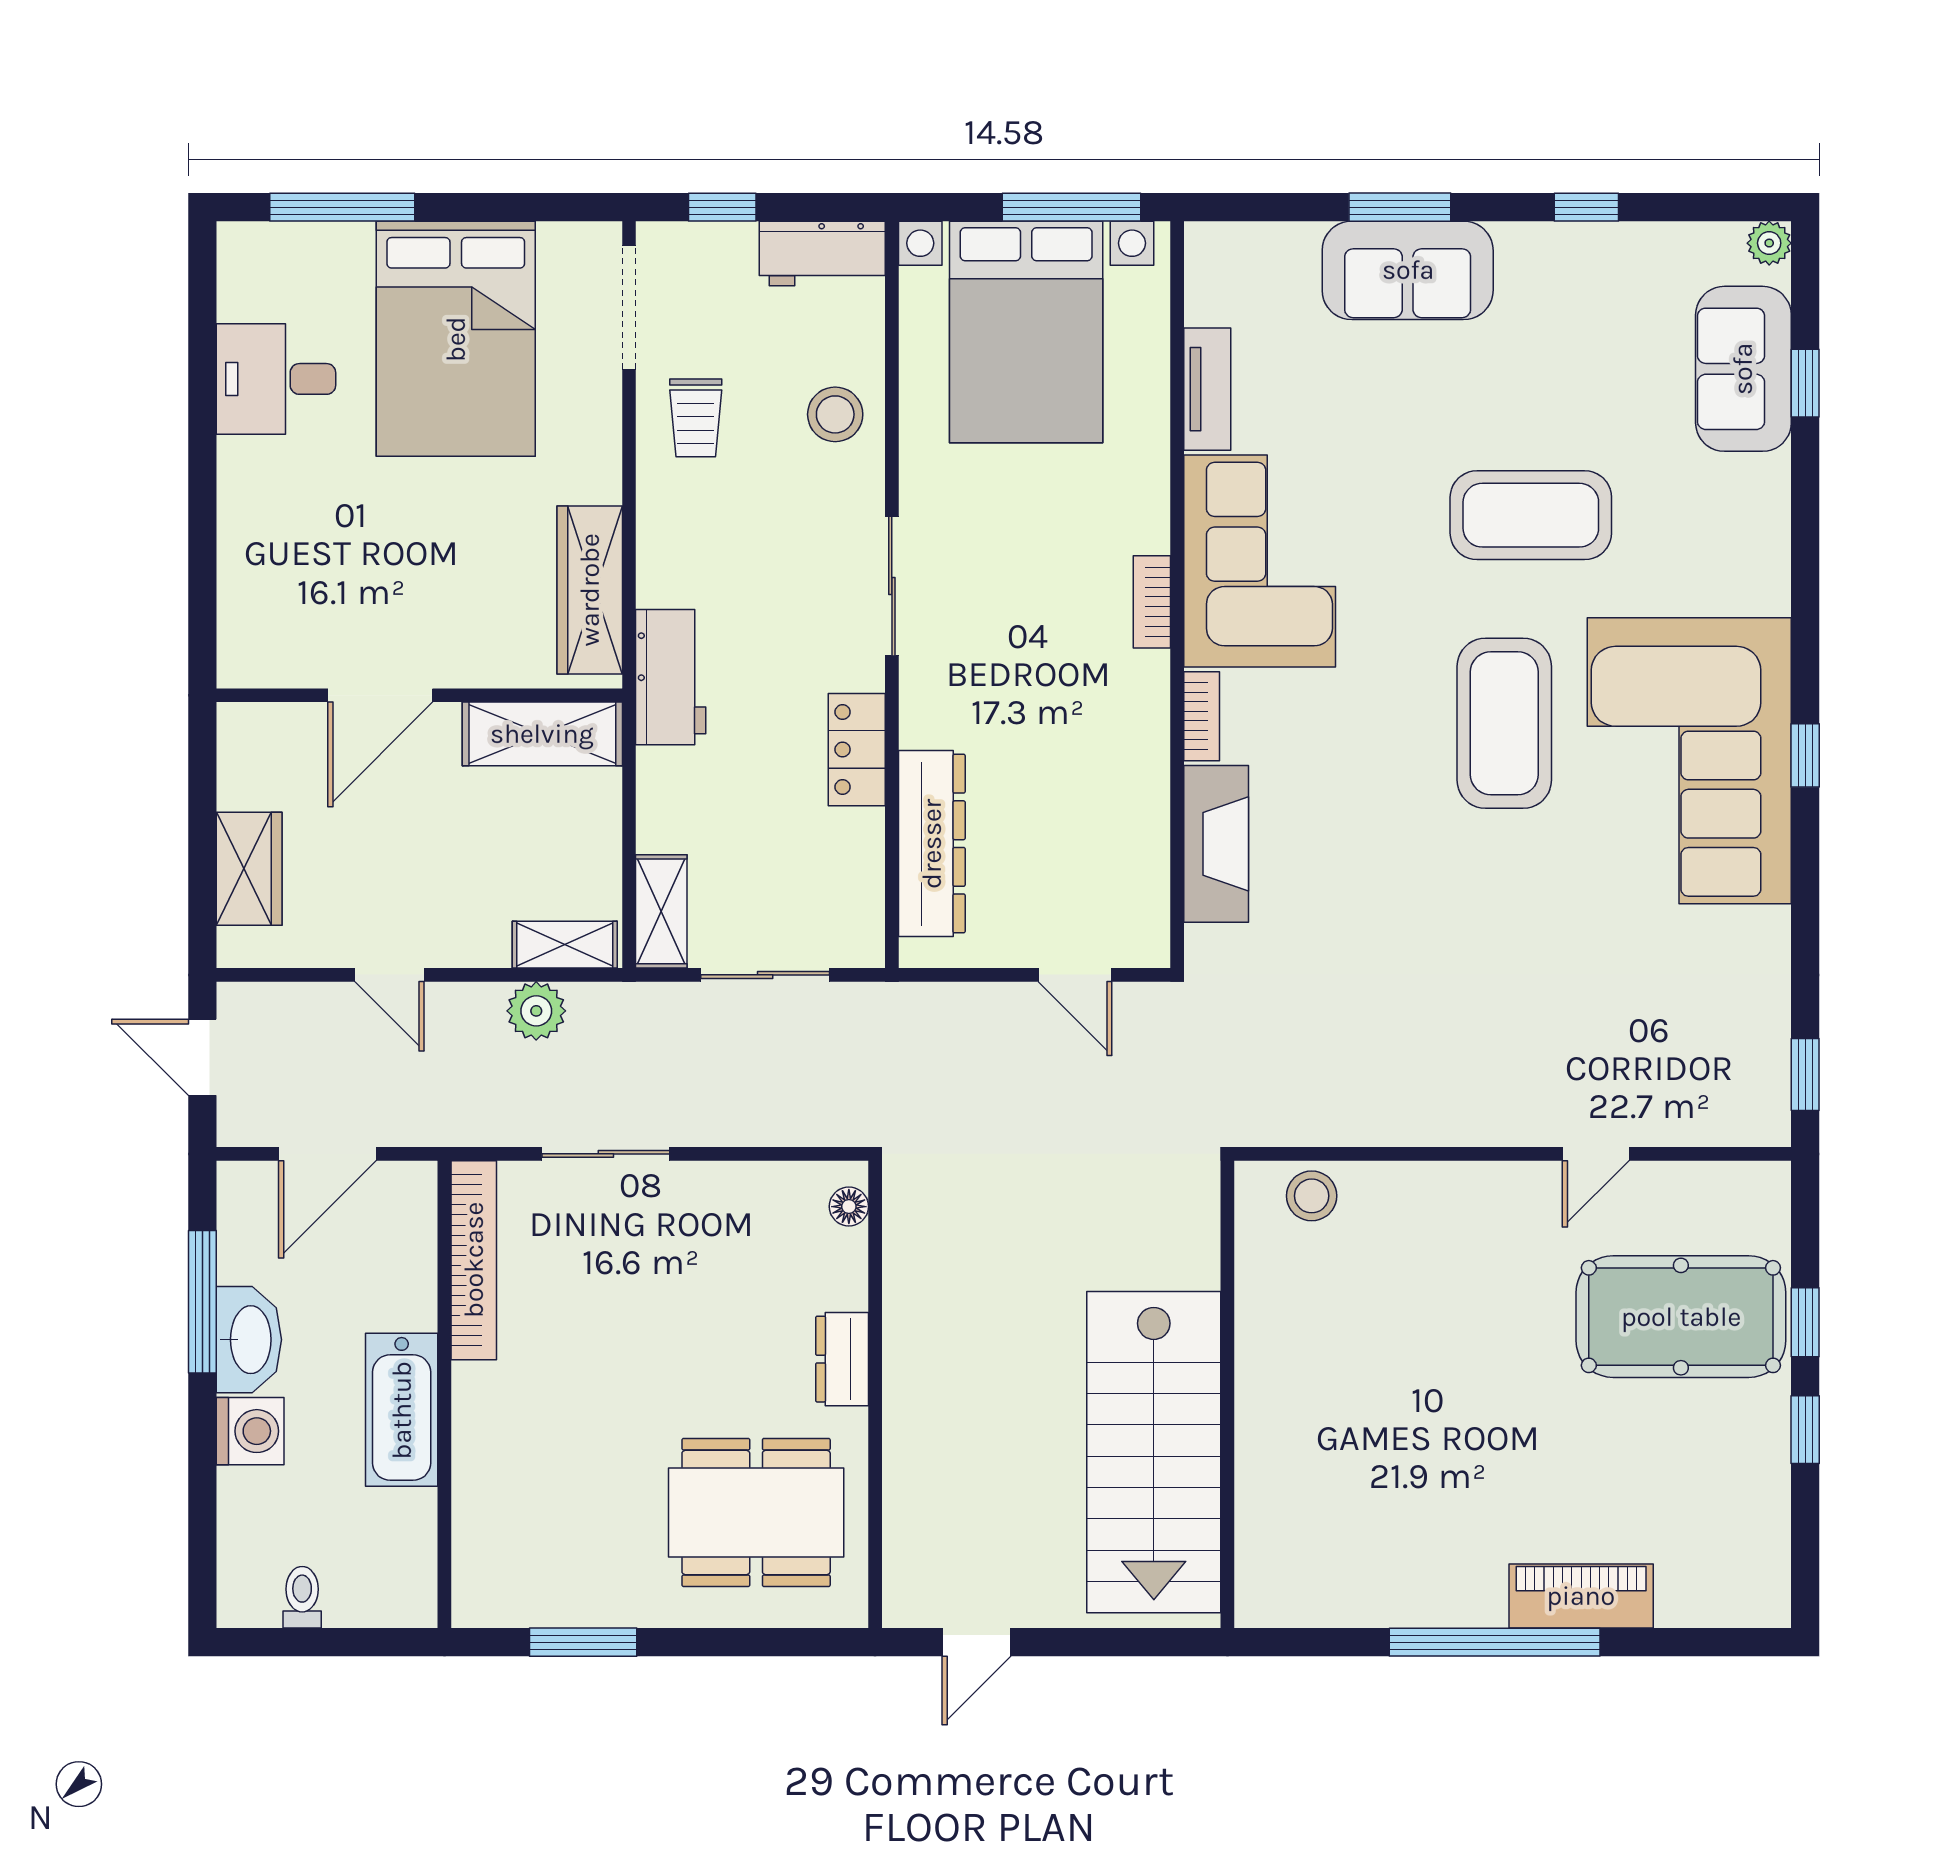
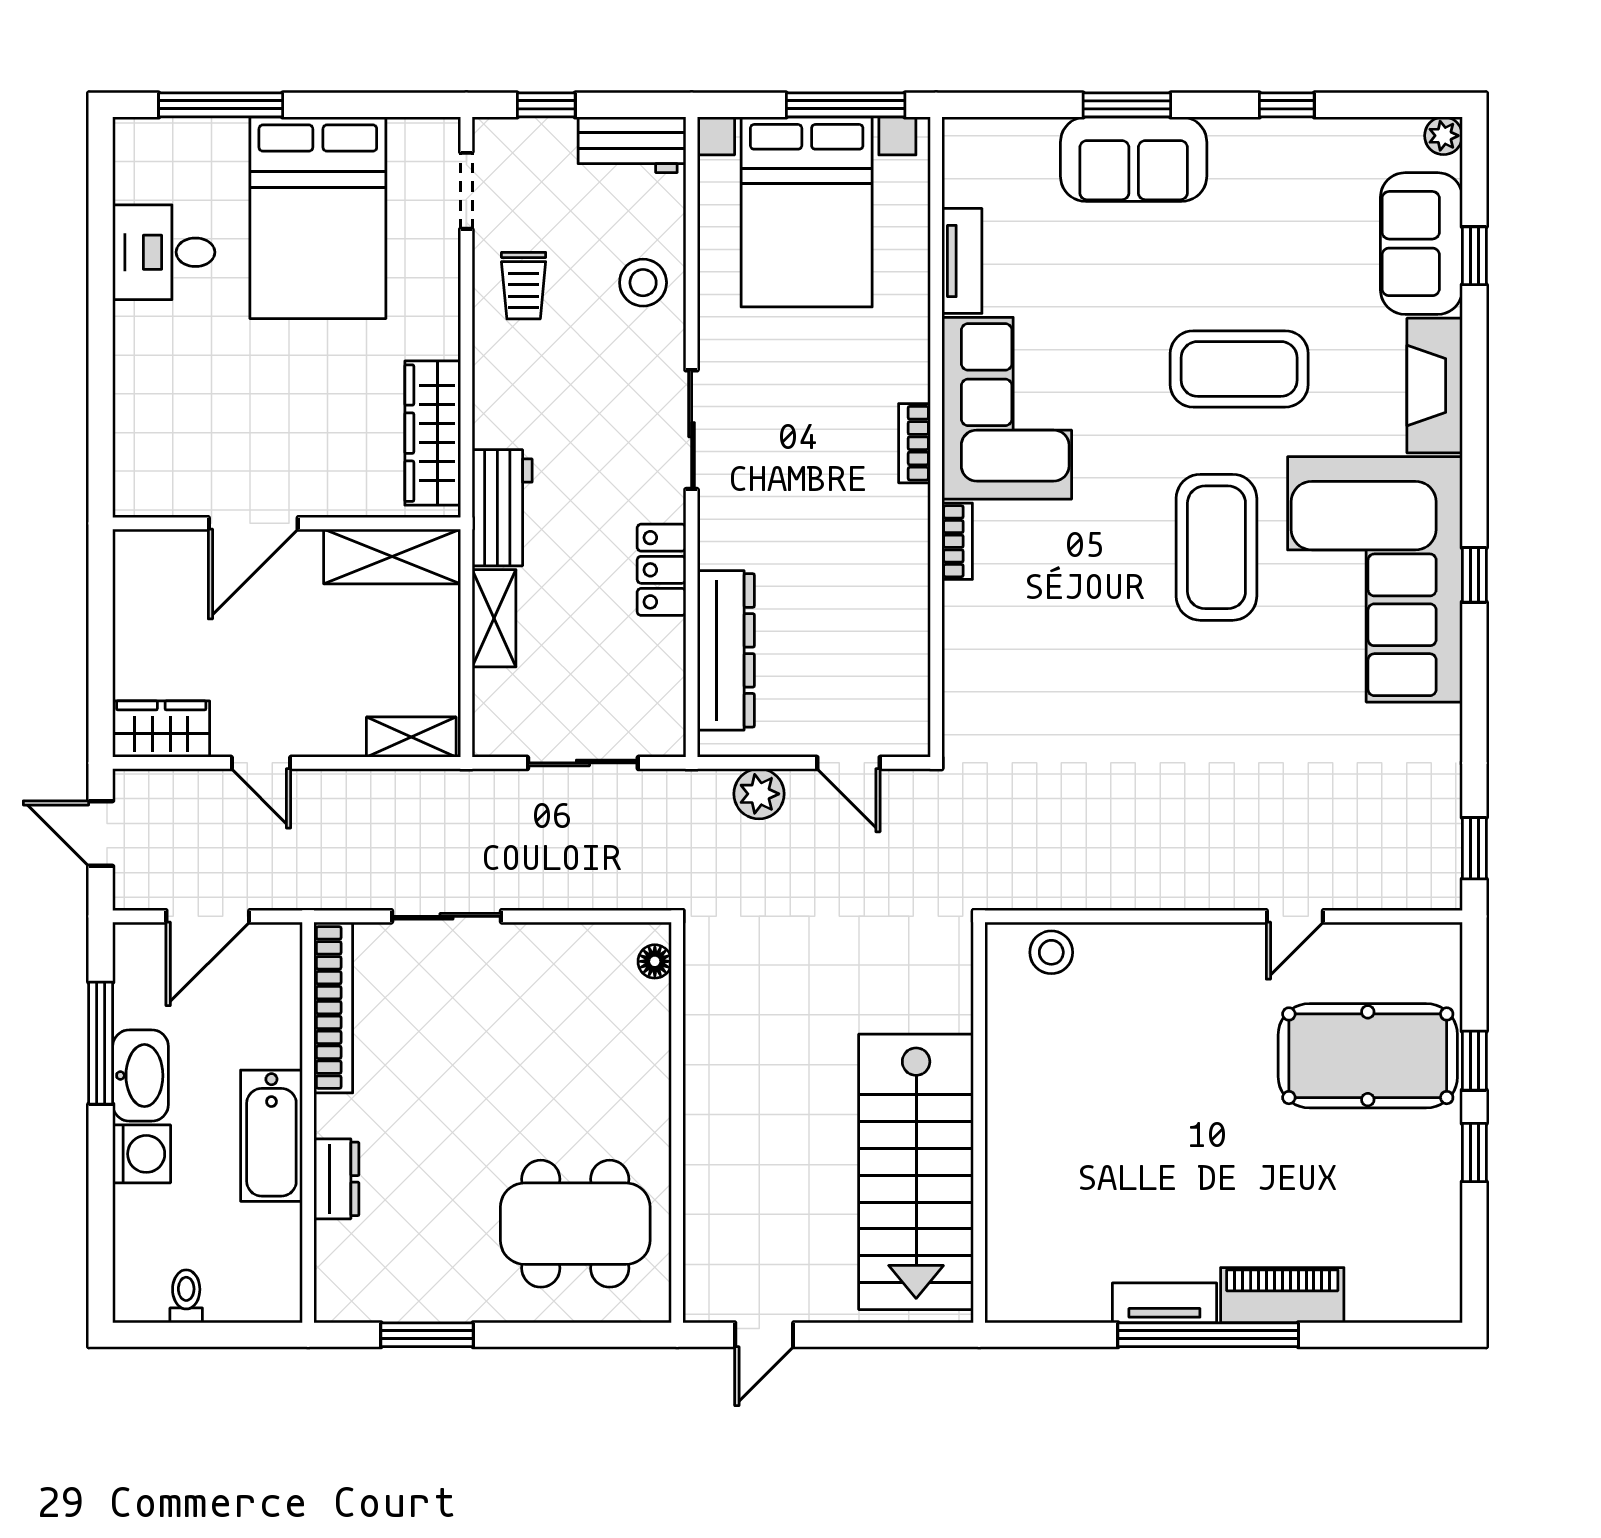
doorway: (629, 307) -> (466, 191), width x0.73
fireplace: (1216, 844) -> (1435, 386), moved, turned 180
wardrobe: (249, 869) -> (161, 729), moved, turned -90
shelving: (661, 911) -> (494, 618), moved
plant: (536, 1011) -> (759, 794), moved
dresser: (842, 1359) -> (336, 1179), moved, turned 180
tv unit: (1444, 1605) -> (1164, 1303), added

